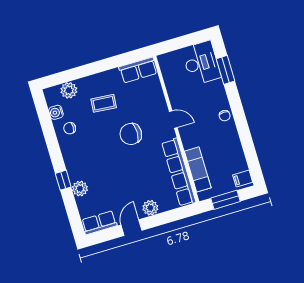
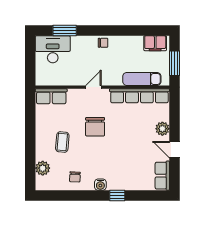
row of seats: (138, 70) -> (51, 96), moved, turned 90
water cooler: (56, 112) -> (100, 185), moved
filing cabinet: (243, 179) -> (155, 43), width x2.00
plant: (80, 189) -> (128, 183), removed

